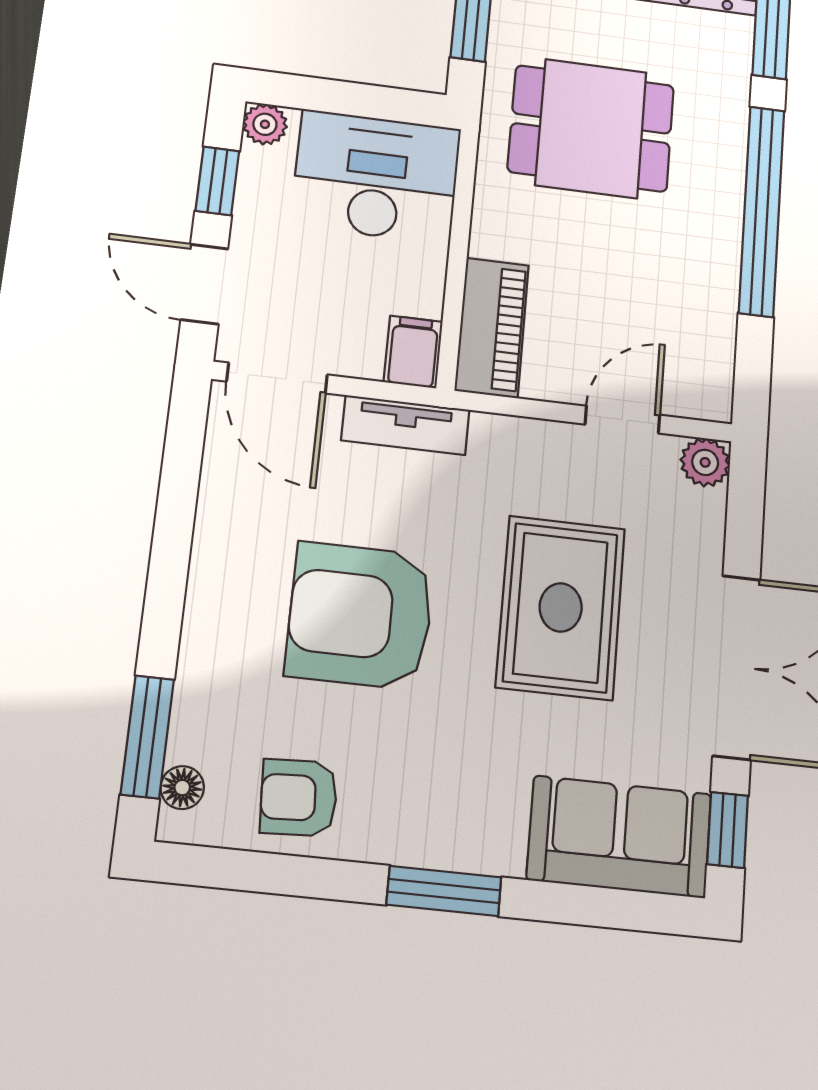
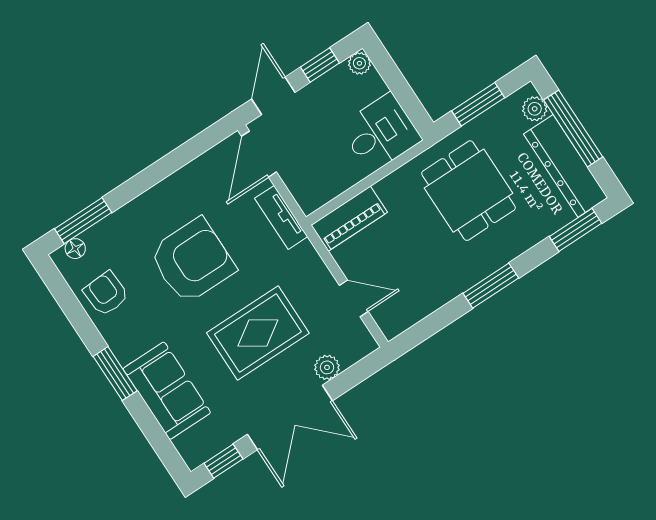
desk: (376, 177) -> (380, 133), width x0.73
window: (762, 211) -> (491, 286), width x0.47
filing cabinet: (413, 352) -> (313, 197), removed
plant: (705, 462) -> (327, 367), moved
armchair: (360, 616) -> (192, 261), turned 90
sofa: (619, 837) -> (167, 391), moved

